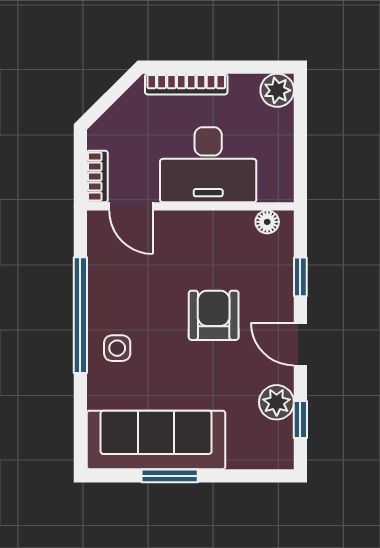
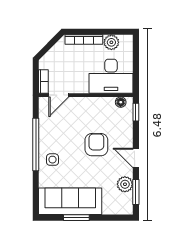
plant: (277, 90) -> (111, 42), moved
desk: (208, 165) -> (111, 76), moved
door: (131, 206) -> (59, 95), hinge flipped
window: (300, 277) -> (136, 112), moved
window: (300, 419) -> (136, 192), width x1.50

